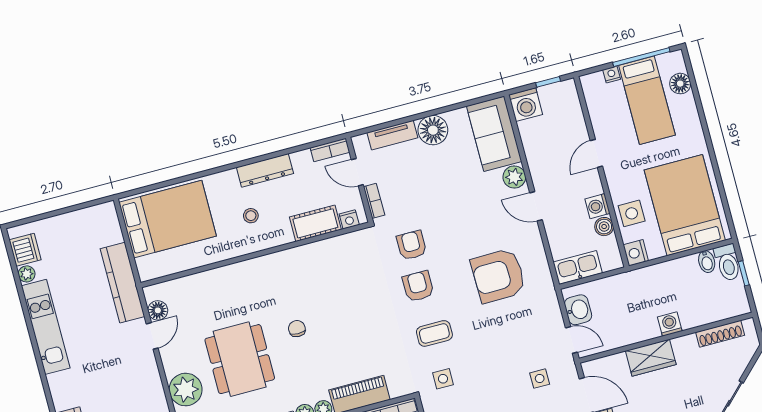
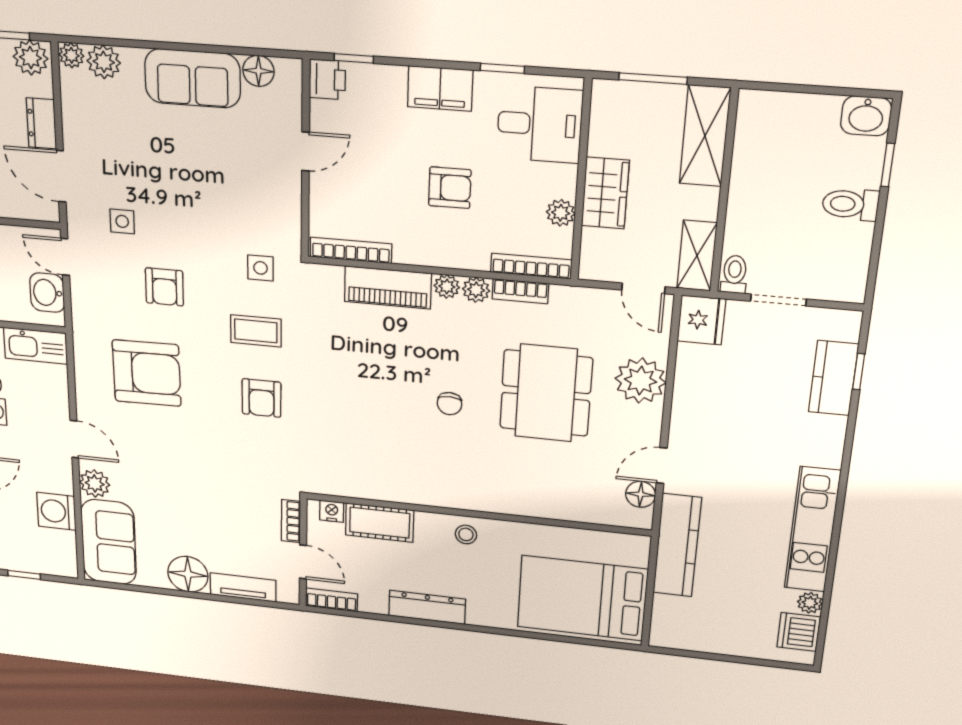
washing machine: (526, 105) -> (56, 511), moved, turned -90
stool: (251, 216) -> (466, 534), moved
armchair: (412, 245) -> (164, 287), moved

